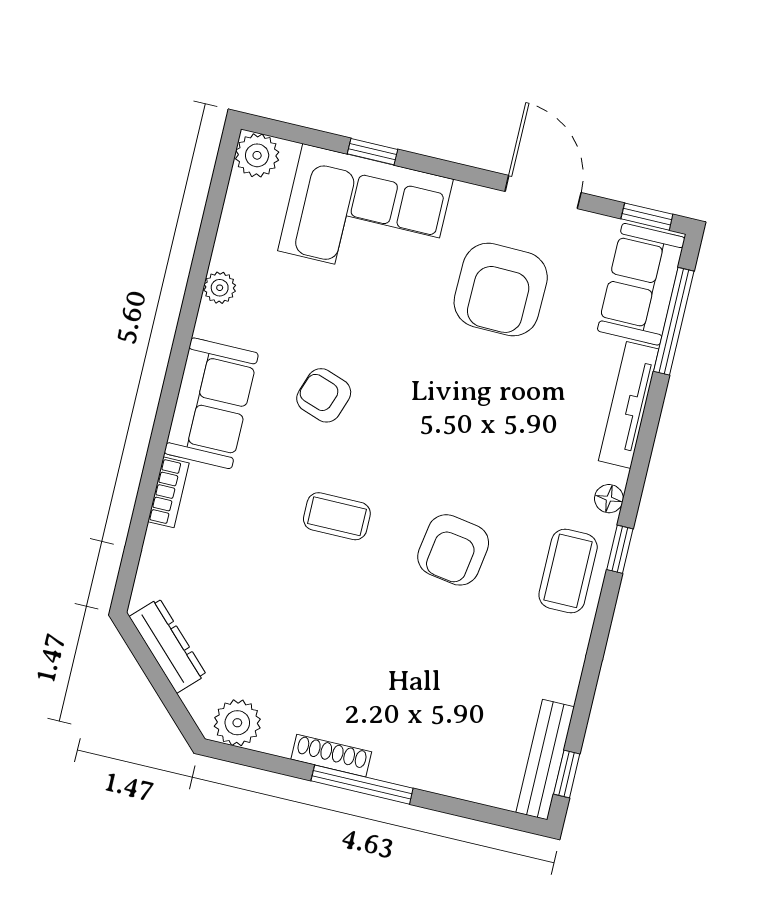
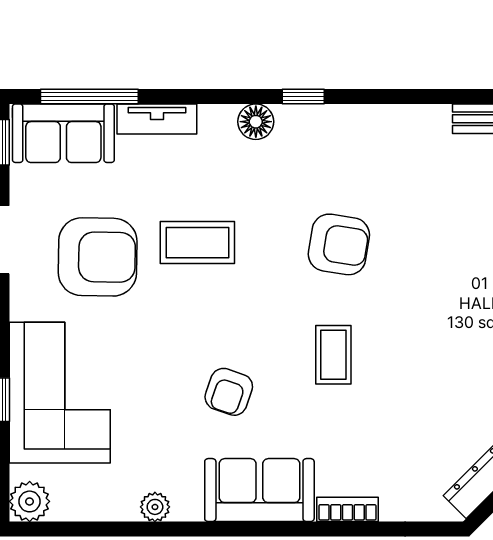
tv unit: (629, 405) -> (157, 119), width x0.71
floor lamp: (609, 499) -> (256, 122), width x1.37, depth x1.37
coffee table: (568, 571) -> (197, 243), moved

